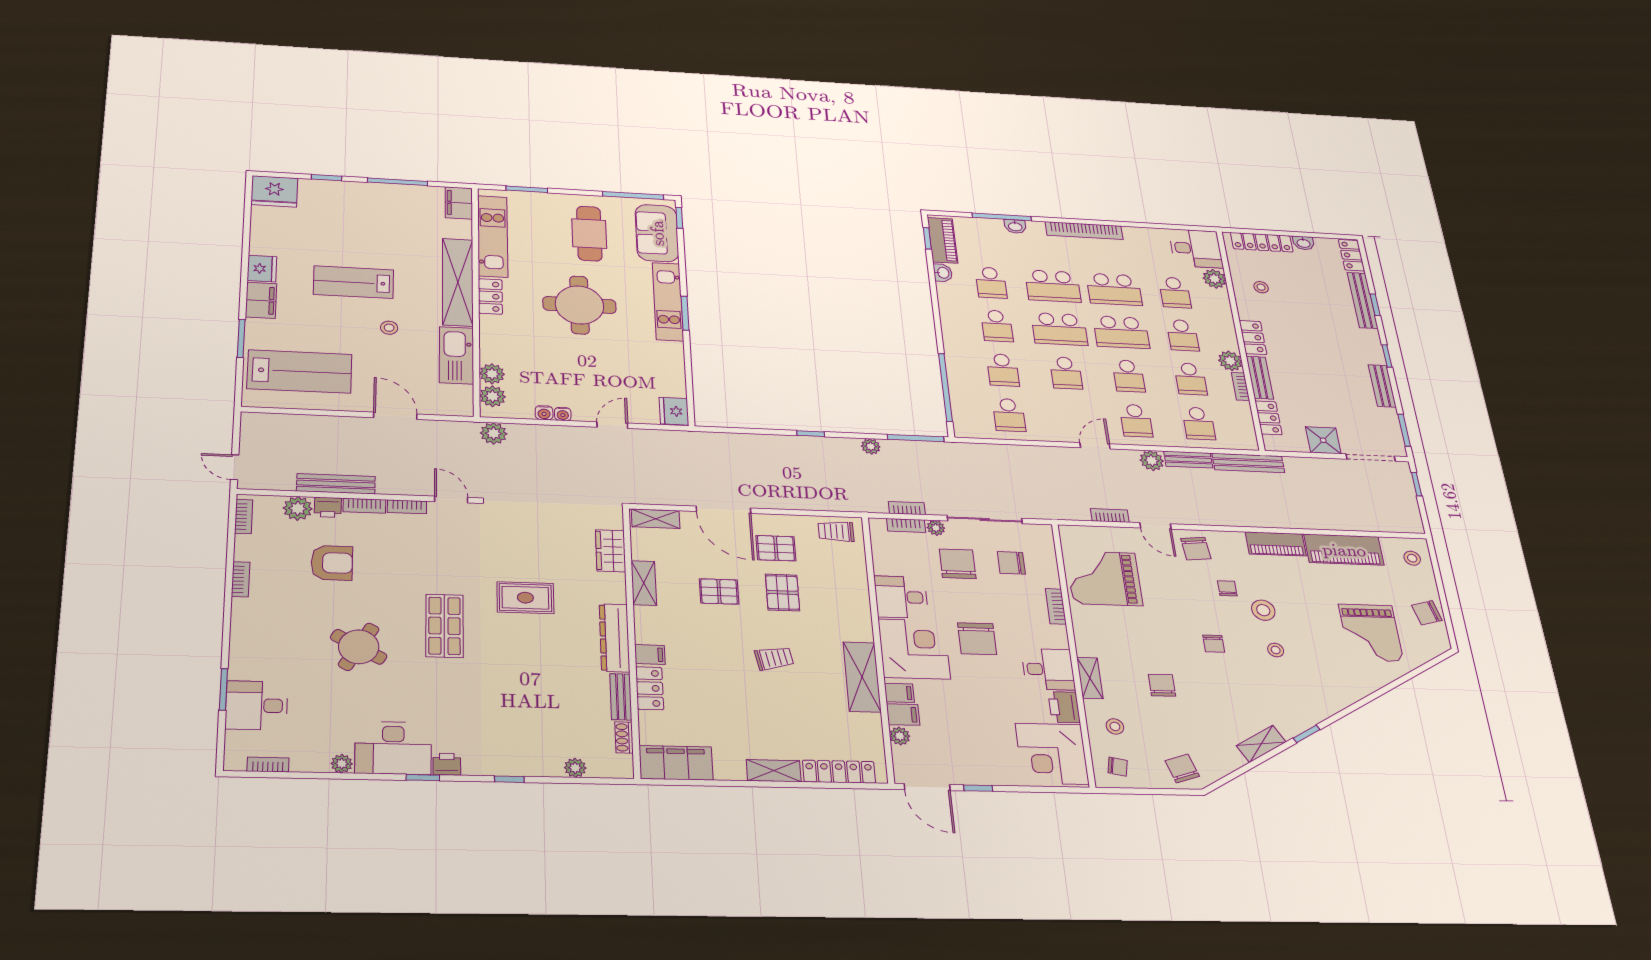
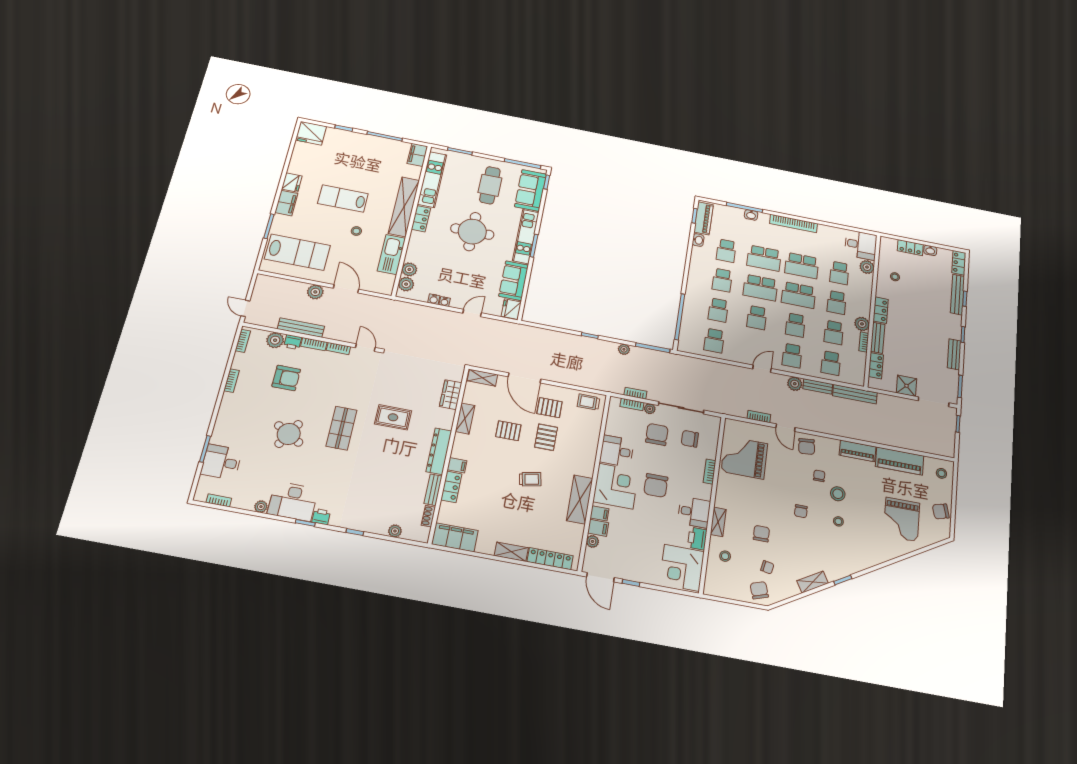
locker: (1262, 242) -> (910, 248), width x0.66
sofa: (666, 369) -> (514, 281), added
plant: (494, 433) -> (315, 292), moved
chair: (1118, 767) -> (767, 567), moved

